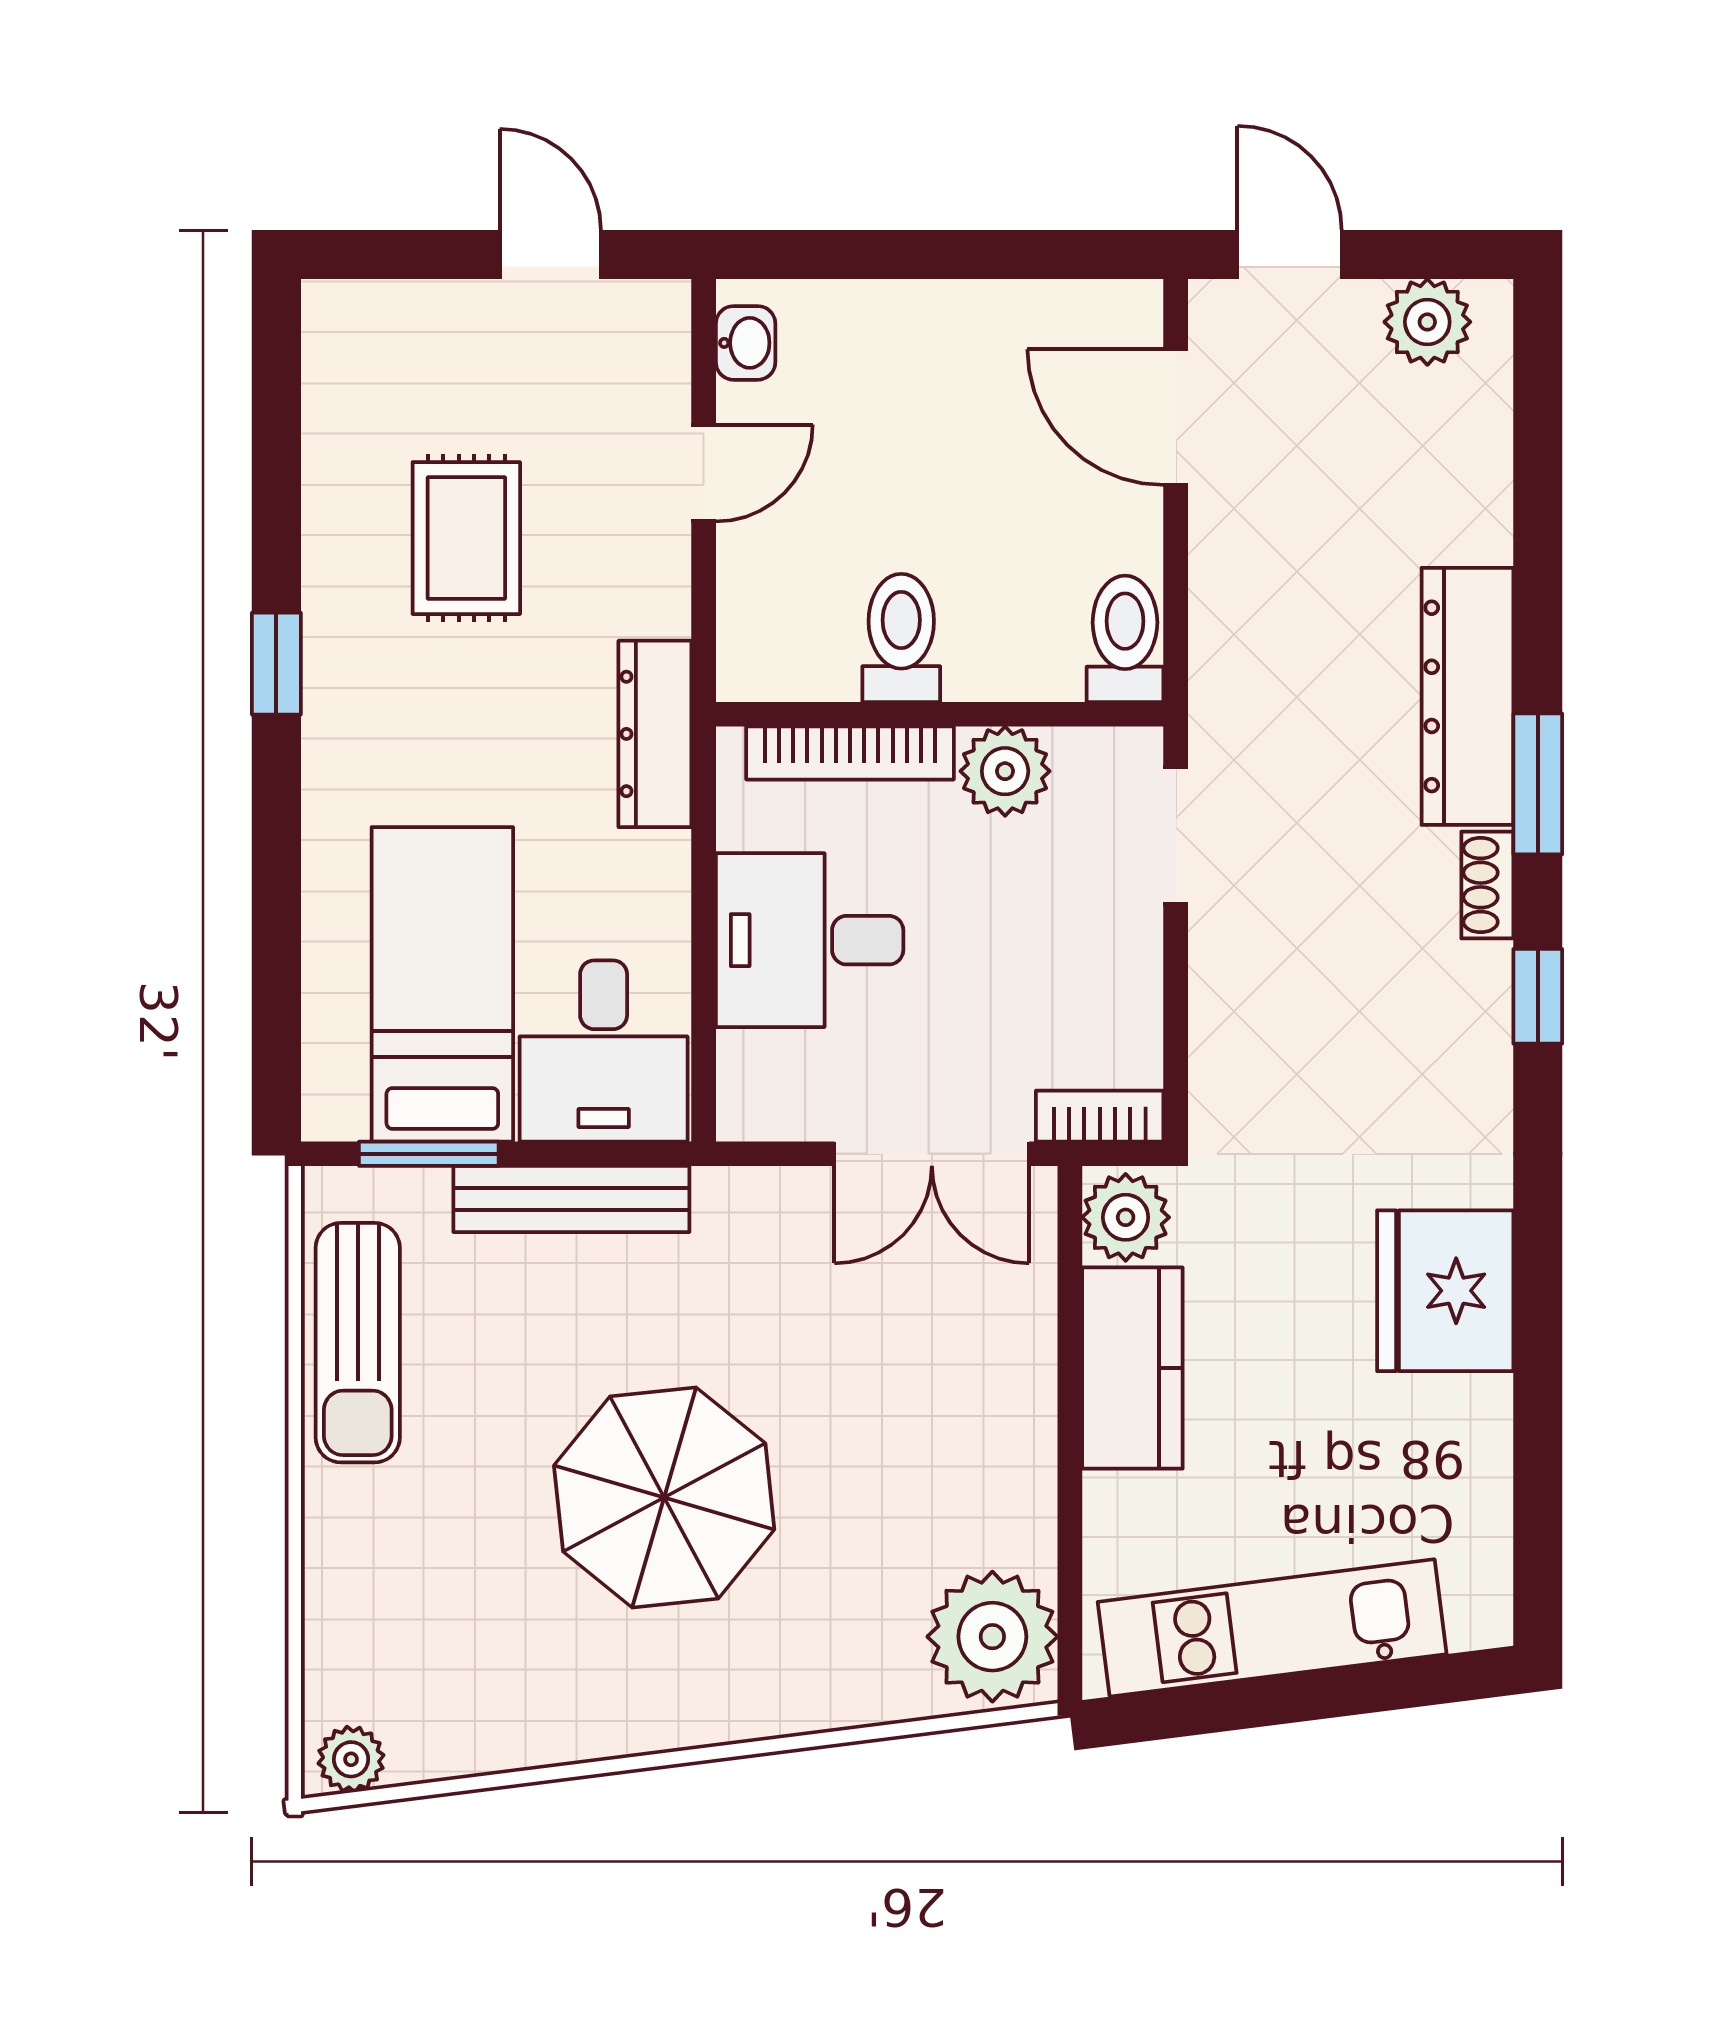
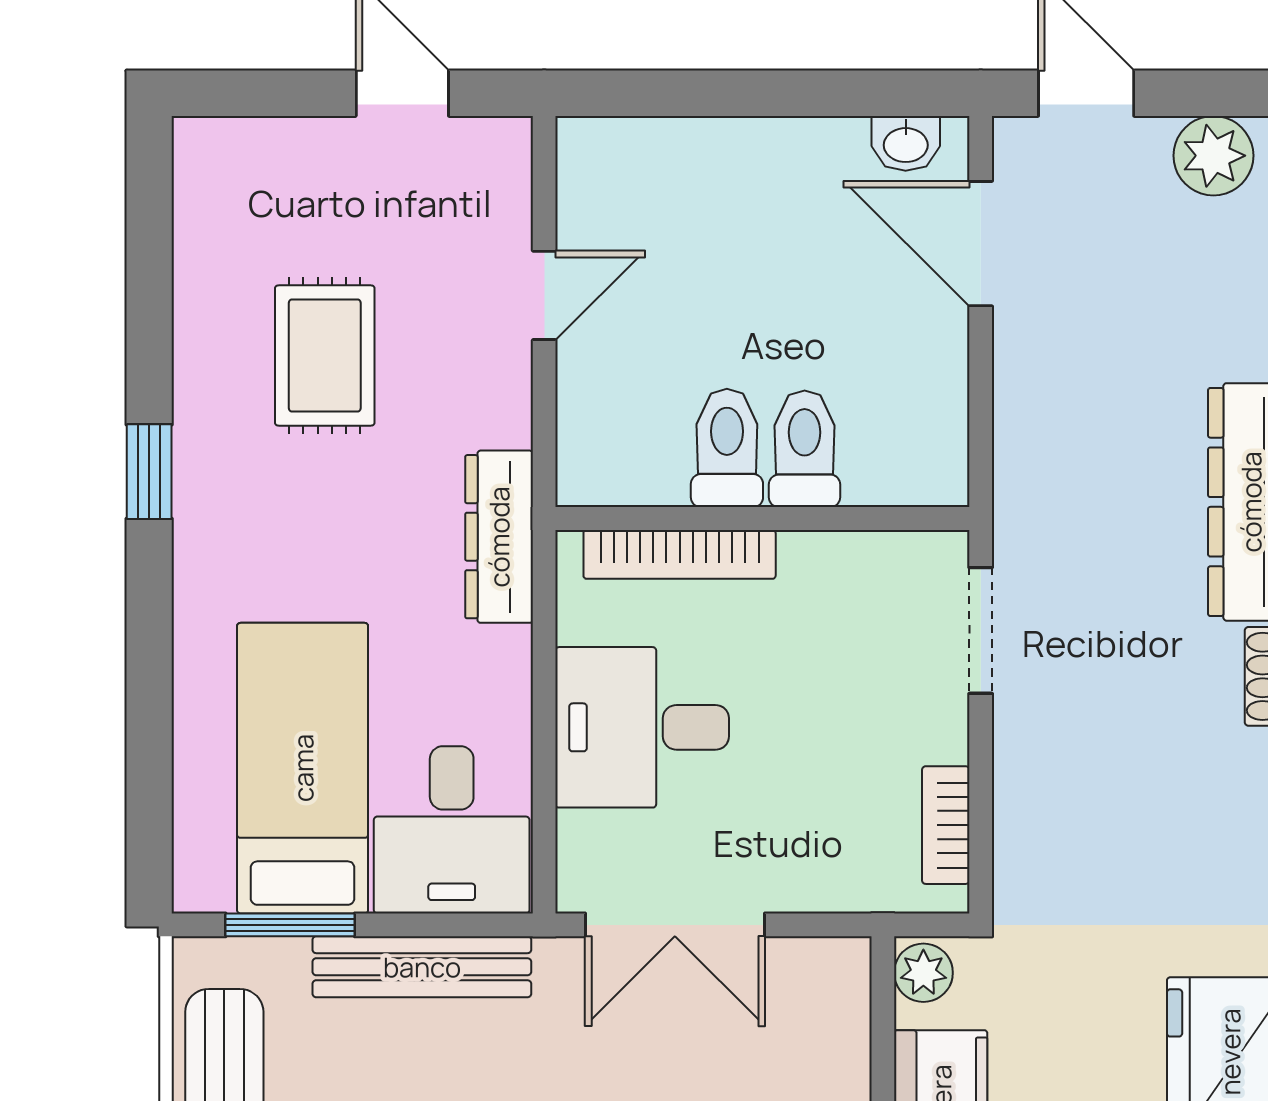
washbasin: (746, 343) -> (906, 143), moved, turned 90
toilet: (1125, 639) -> (805, 449), moved
plant: (1005, 771) -> (823, 571), removed
bookcase: (1100, 1116) -> (946, 825), moved, turned -90
double door: (932, 1154) -> (675, 925), moved
plant: (1126, 1217) -> (923, 973), width x0.73, depth x0.73

